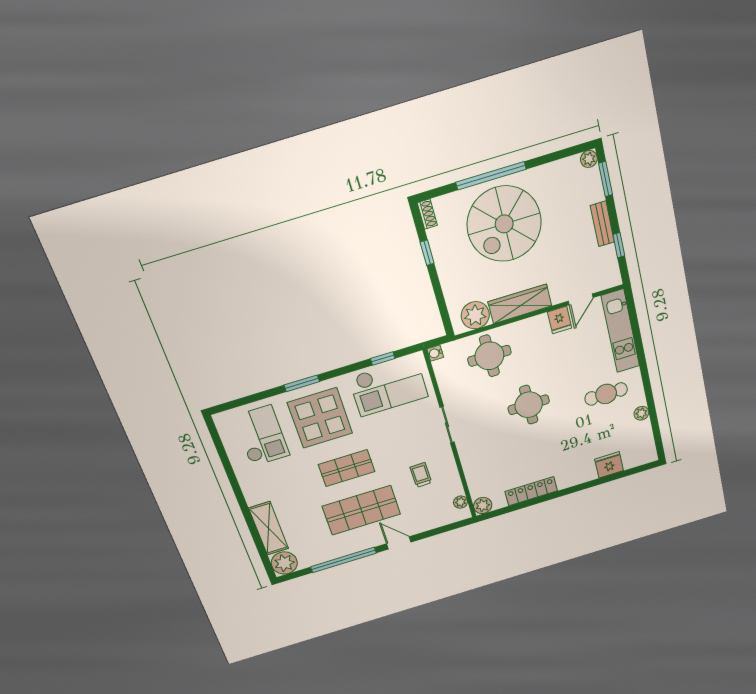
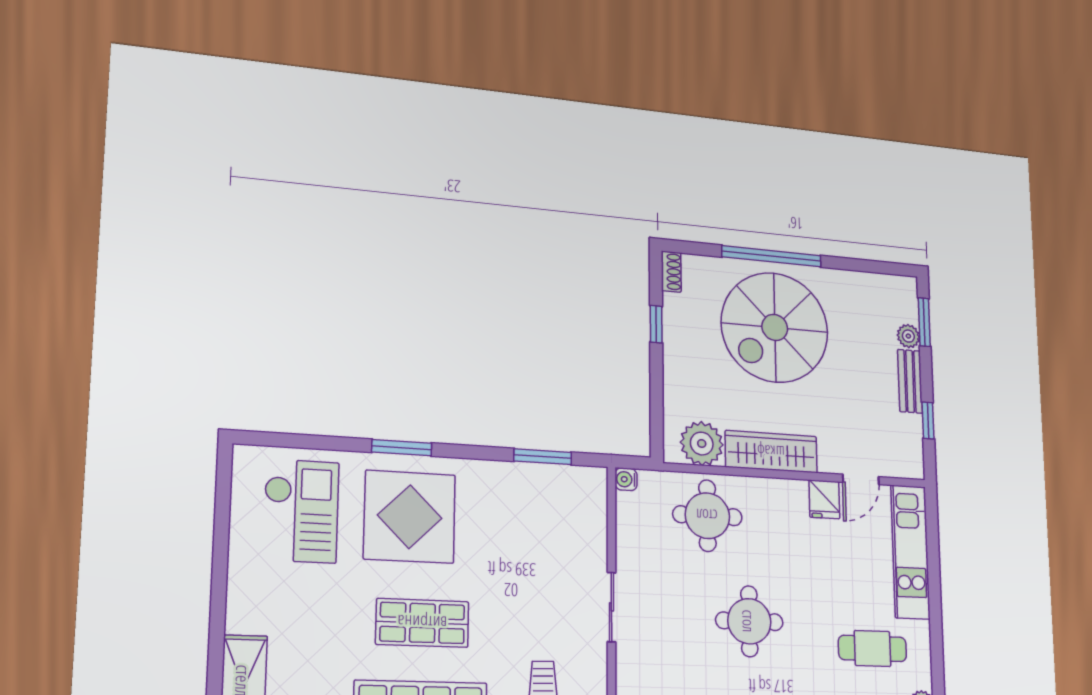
plant: (589, 159) -> (908, 336), moved
window: (383, 358) -> (543, 457), width x1.50
checkout: (388, 387) -> (537, 507), removed

